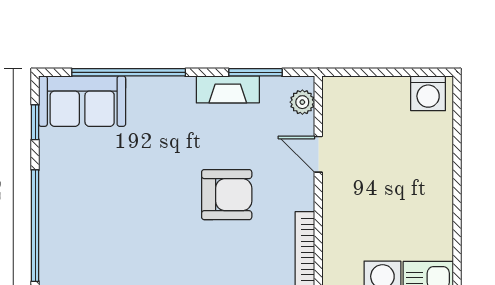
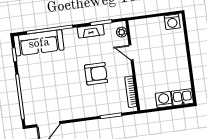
sofa: (82, 101) -> (39, 43), width x1.36

